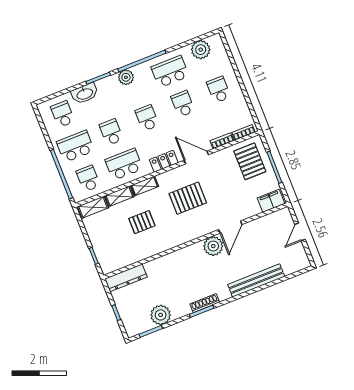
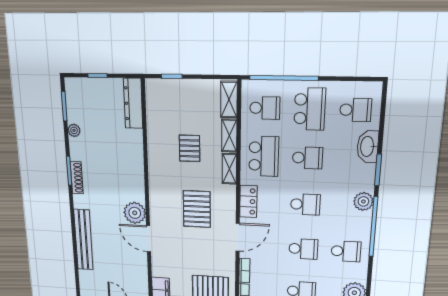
school desk: (170, 72) -> (346, 251), width x0.54
plant: (161, 315) -> (74, 130), width x0.53, depth x0.53

